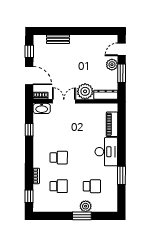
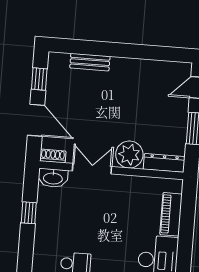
plant: (112, 65) -> (179, 112), removed

